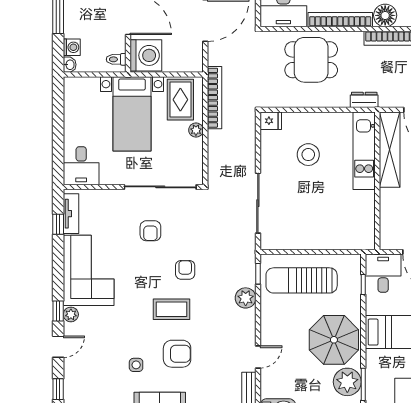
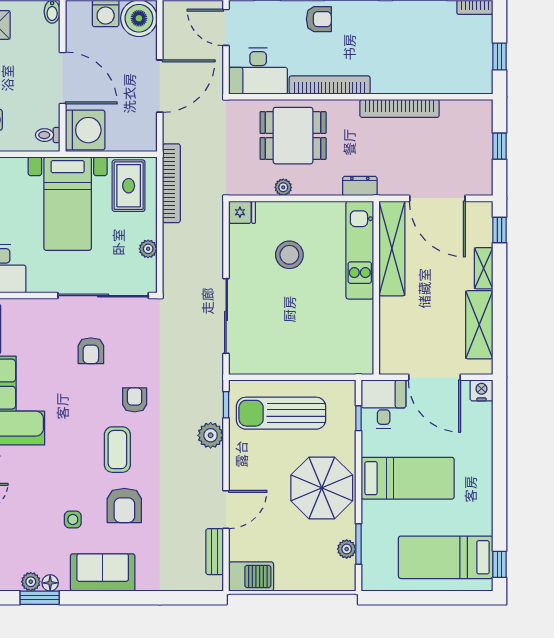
floor lamp: (385, 15) -> (386, 80), removed
plant: (303, 101) -> (283, 187), added
plant: (196, 130) -> (148, 249), moved
coffee table: (172, 309) -> (117, 450), turned 90
armchair: (177, 354) -> (124, 505), turned 90
door: (258, 357) -> (226, 510), width x1.38
plant: (347, 382) -> (347, 549), width x0.53, depth x0.53

